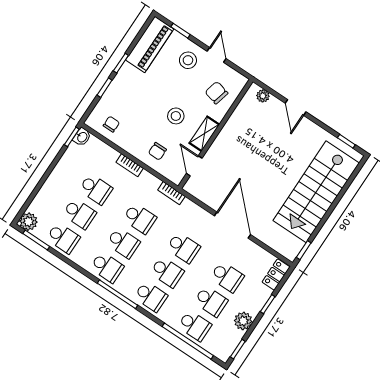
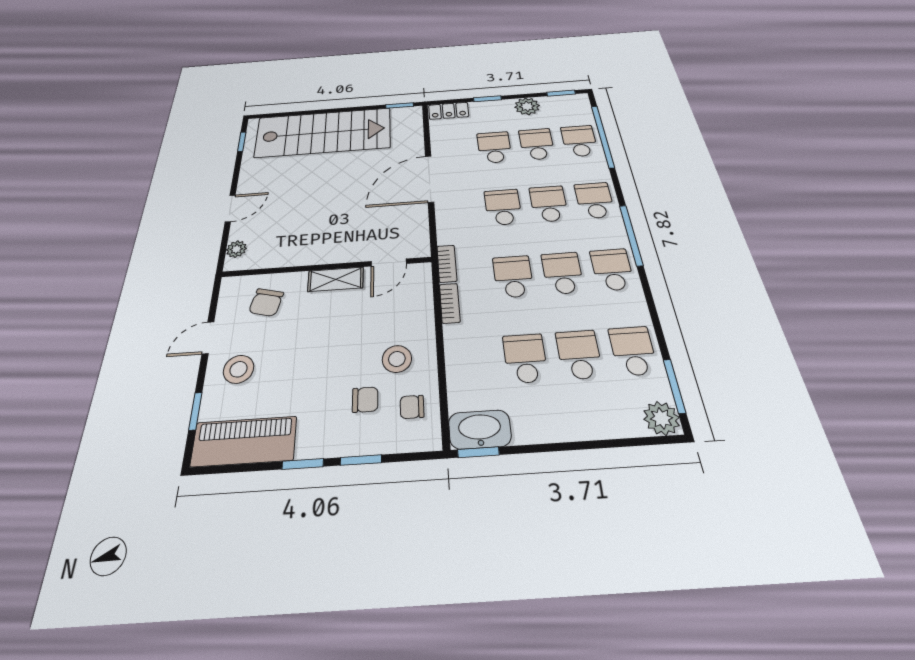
stool: (176, 116) -> (397, 359), moved
washbasin: (82, 137) -> (480, 429), width x1.91, depth x1.45
chair: (157, 151) -> (365, 400), moved
bookcase: (130, 165) -> (450, 303), moved

